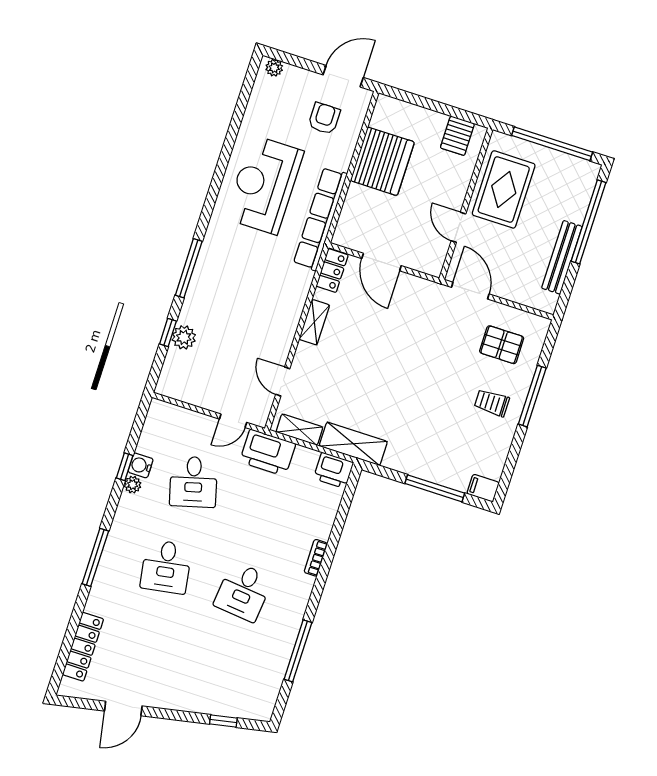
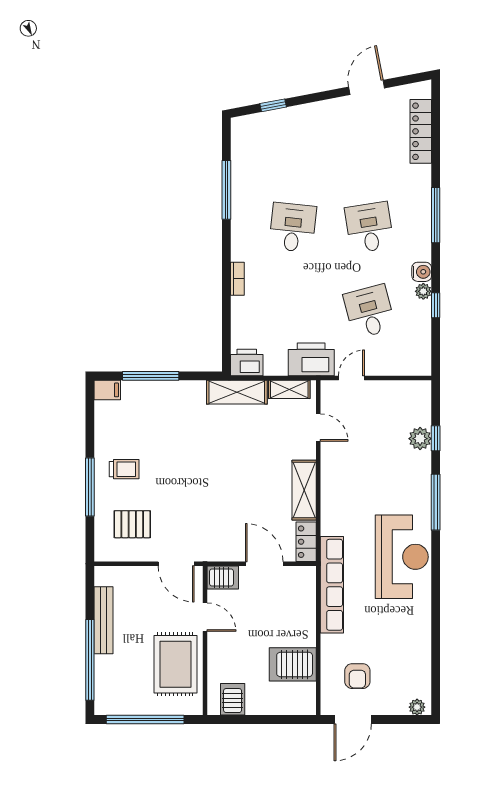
server rack: (382, 161) -> (293, 664), width x0.62
reception desk: (264, 185) -> (402, 557), moved
server rack: (428, 262) -> (223, 578), added
shelving: (314, 322) -> (304, 490), width x1.50, depth x1.33
water cooler: (141, 465) -> (422, 272), moved

